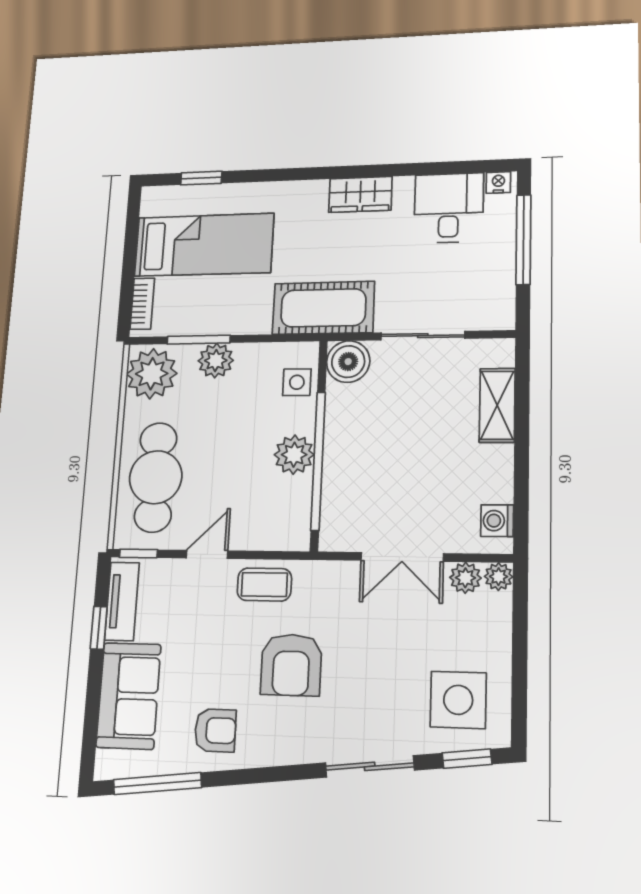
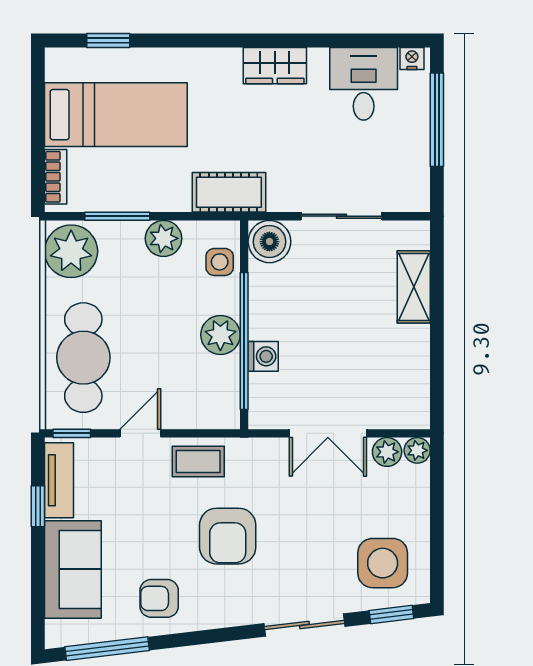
cot: (323, 308) -> (229, 192), width x0.73, depth x0.75
plant: (216, 361) -> (164, 238), moved
washing machine: (497, 521) -> (263, 356), moved, turned 180
armchair: (215, 730) -> (159, 598), turned 180

